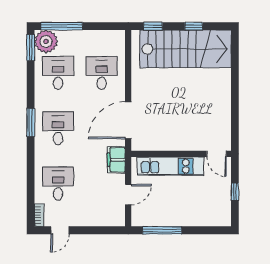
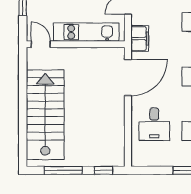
window: (194, 26) -> (63, 170), width x2.17
stairs: (186, 49) -> (45, 115), moved, turned 90

